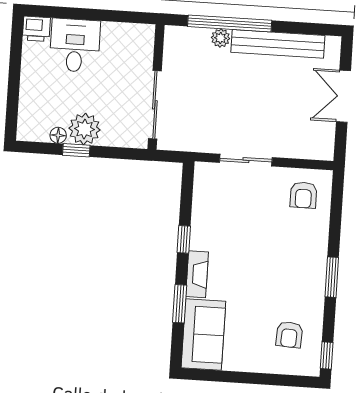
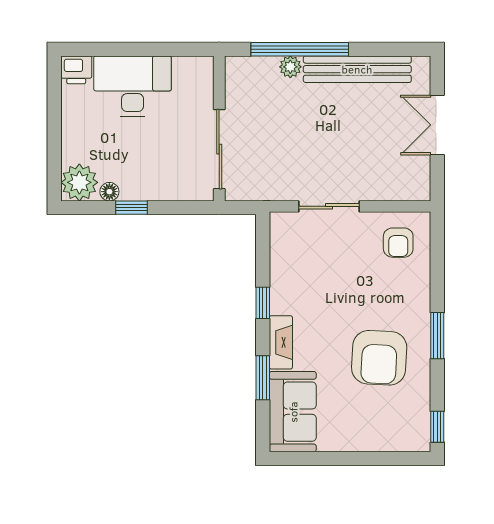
desk: (75, 45) -> (133, 86), width x1.37
plant: (84, 129) -> (79, 182), moved
armchair: (289, 335) -> (379, 358), moved, width x1.88, depth x1.88

